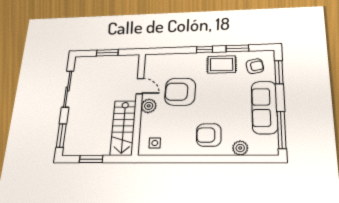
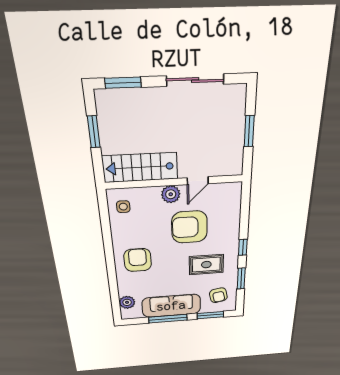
rug: (222, 64) -> (206, 265), moved, turned 90
armchair: (180, 92) -> (189, 227), turned -92
window: (282, 130) -> (168, 319), moved
plant: (240, 148) -> (127, 302), moved

